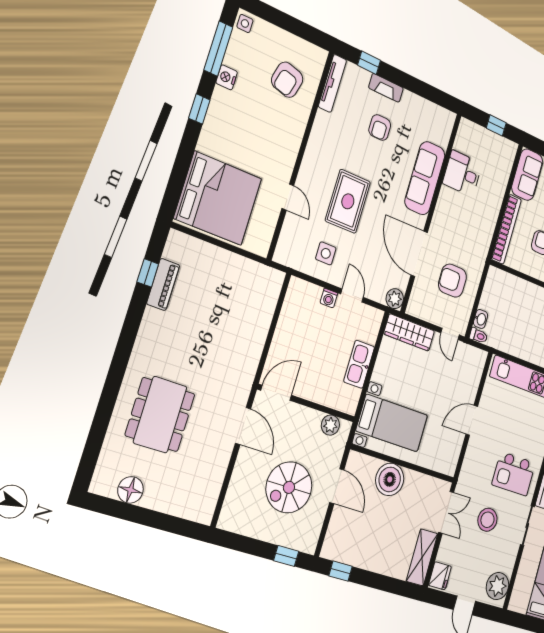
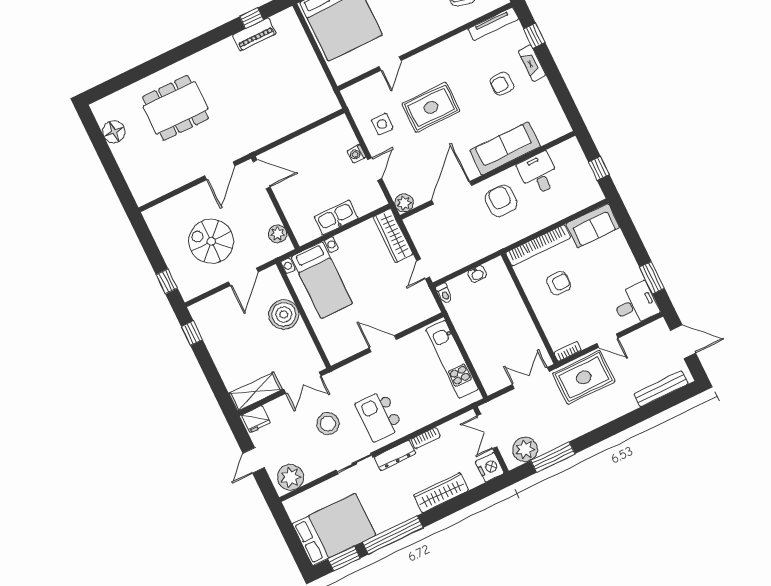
armchair: (452, 281) -> (501, 201), moved
washbasin: (481, 319) -> (477, 274), moved

